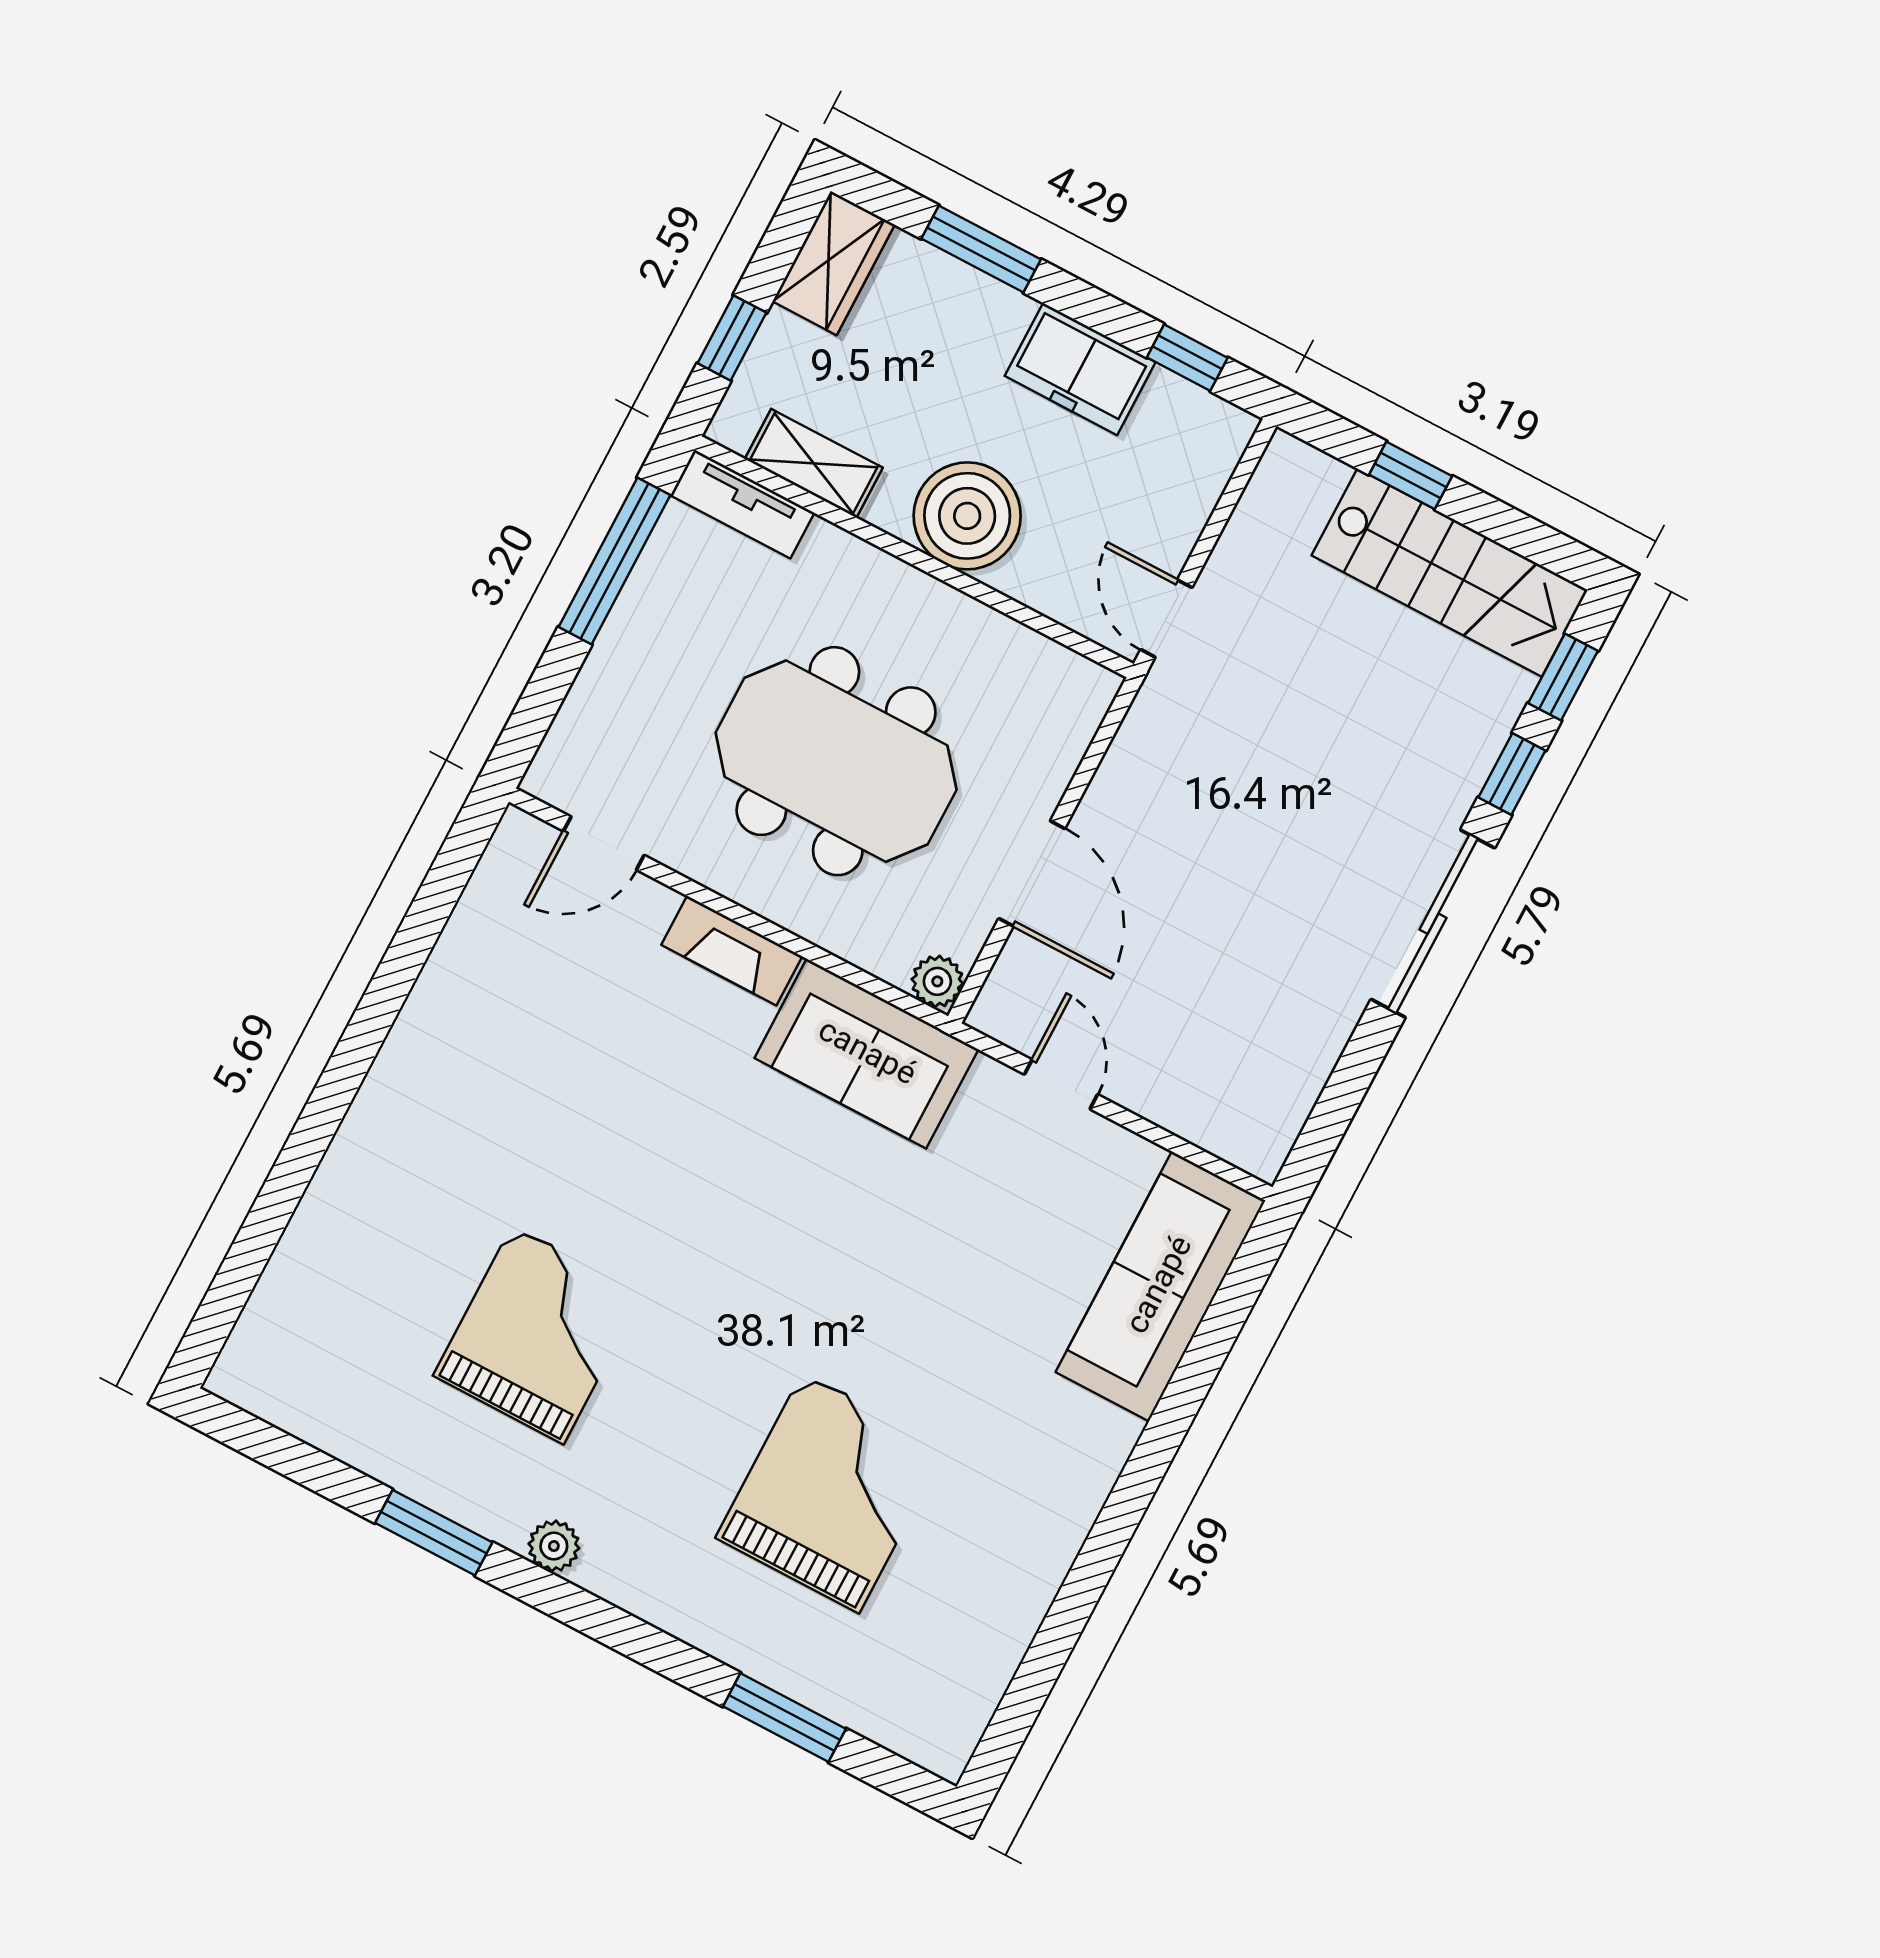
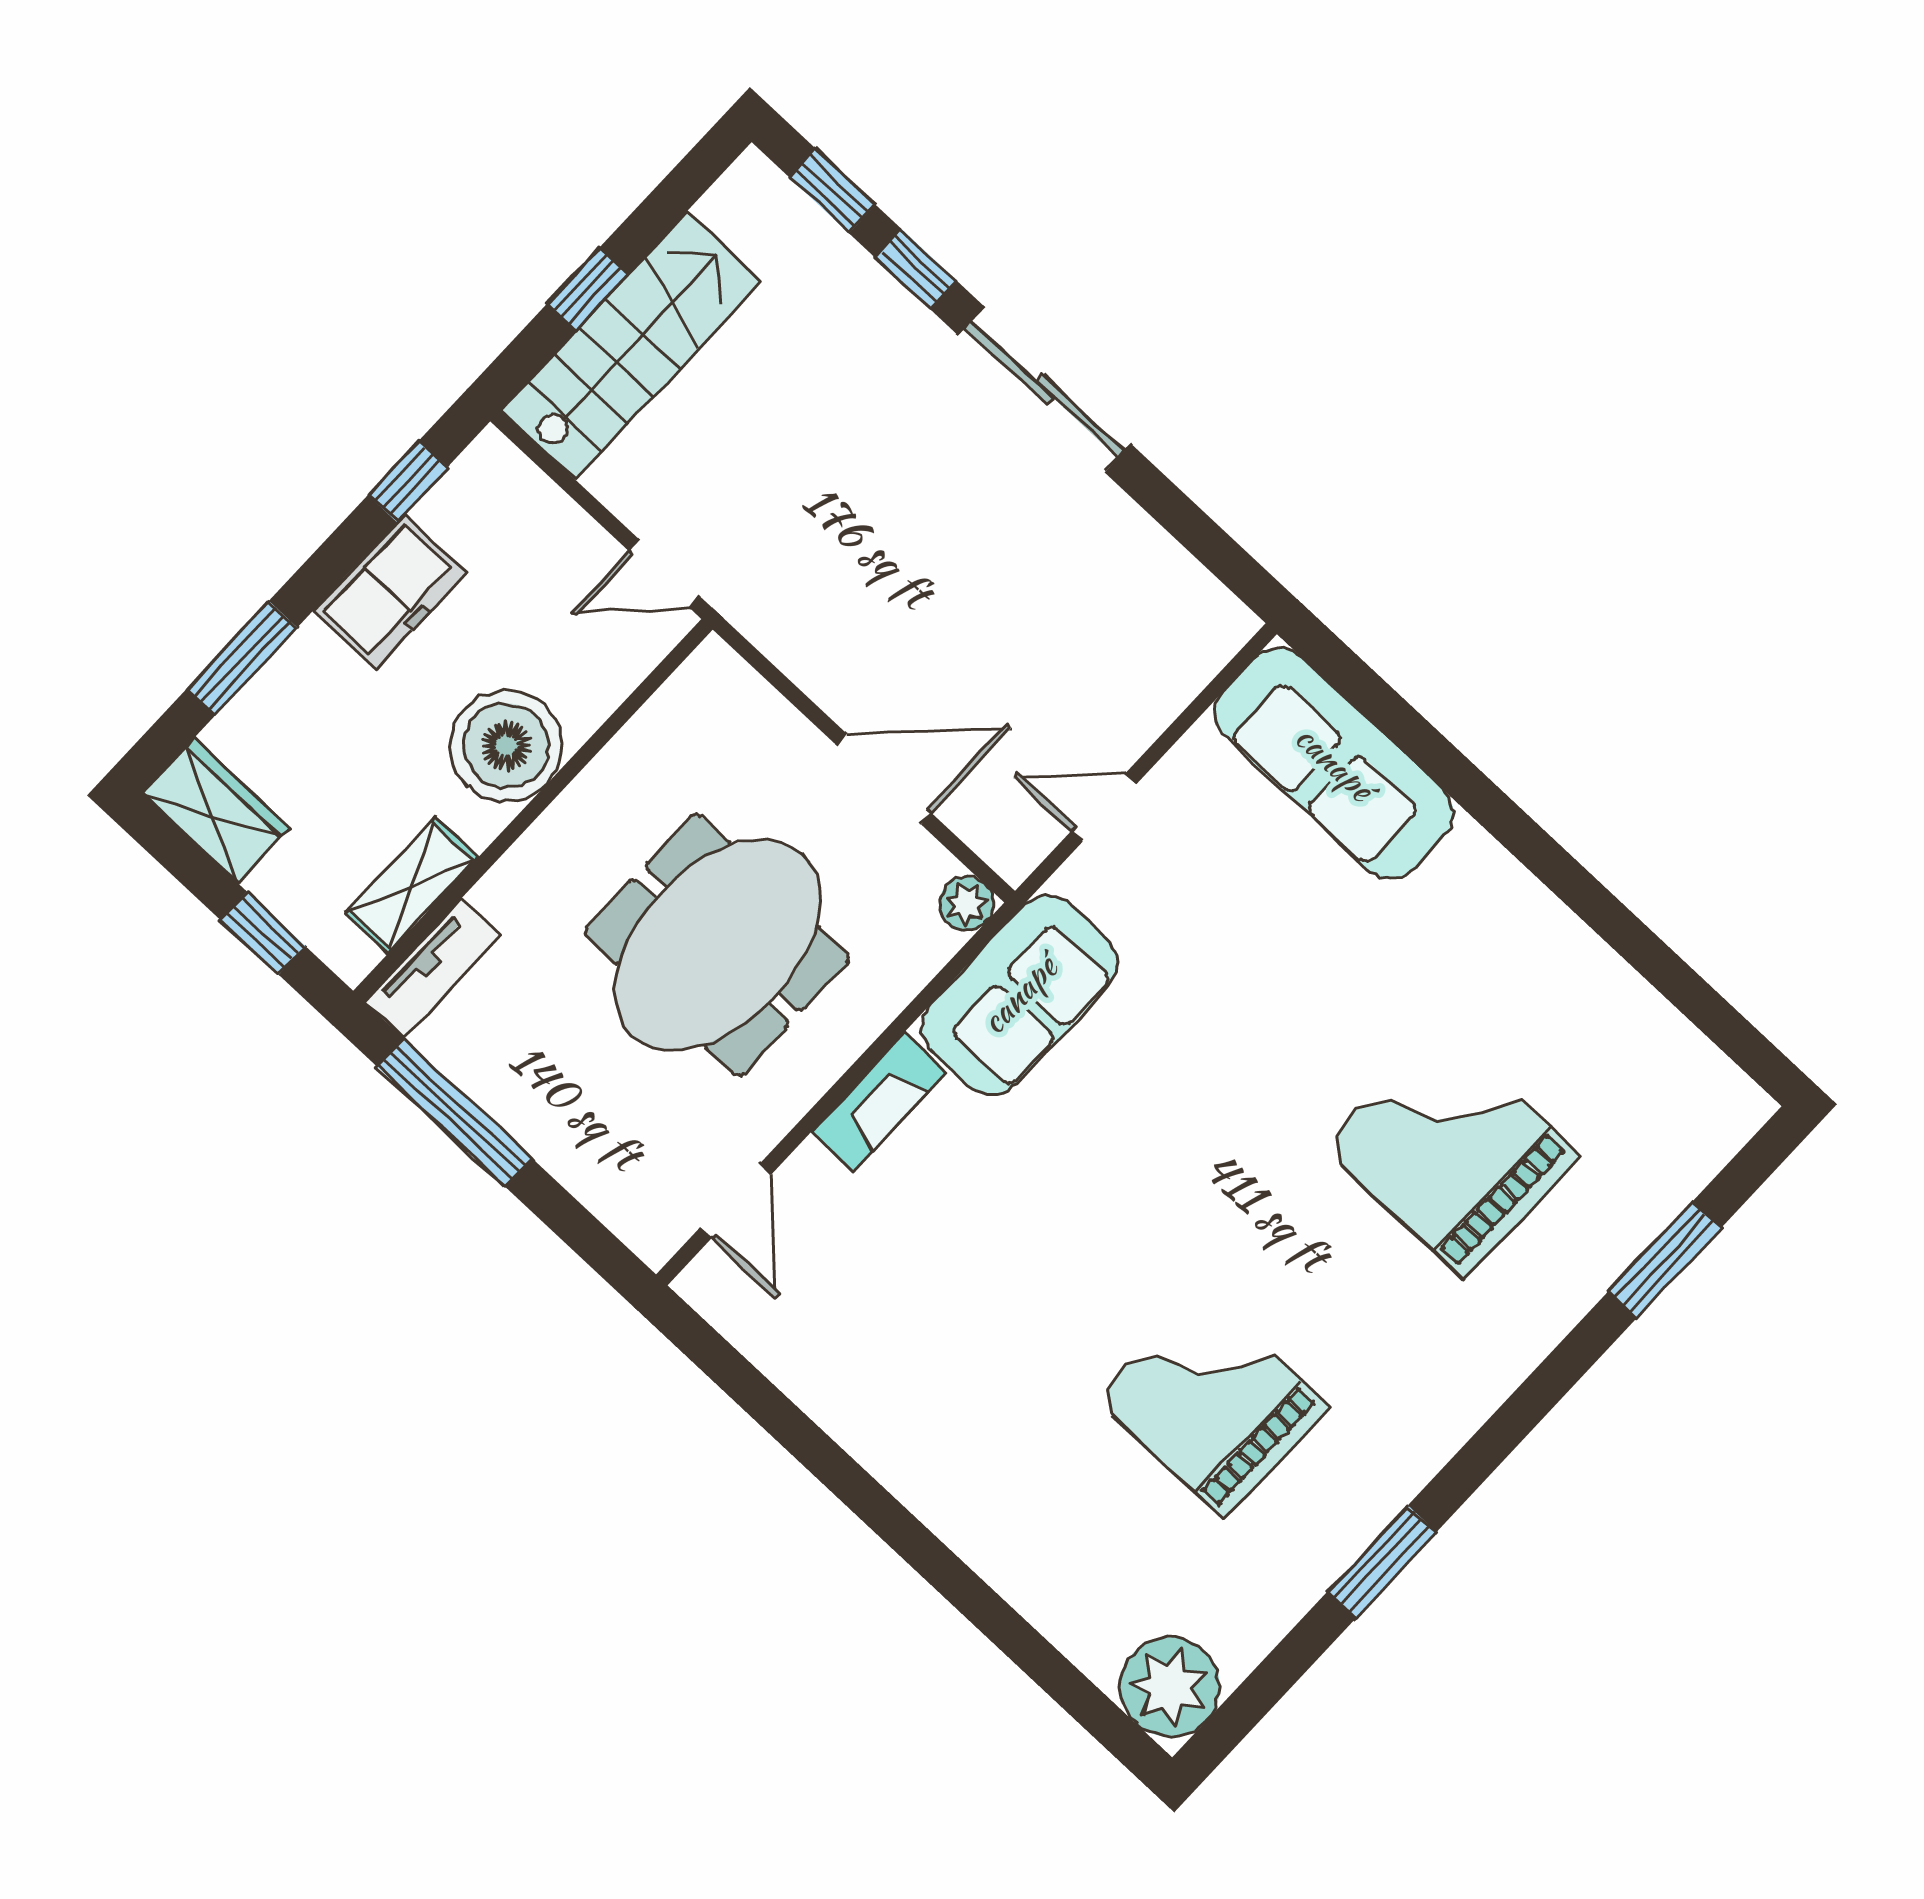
stairs: (1450, 573) -> (631, 346), moved
plant: (554, 1546) -> (1170, 1687), moved, width x1.88, depth x1.88

